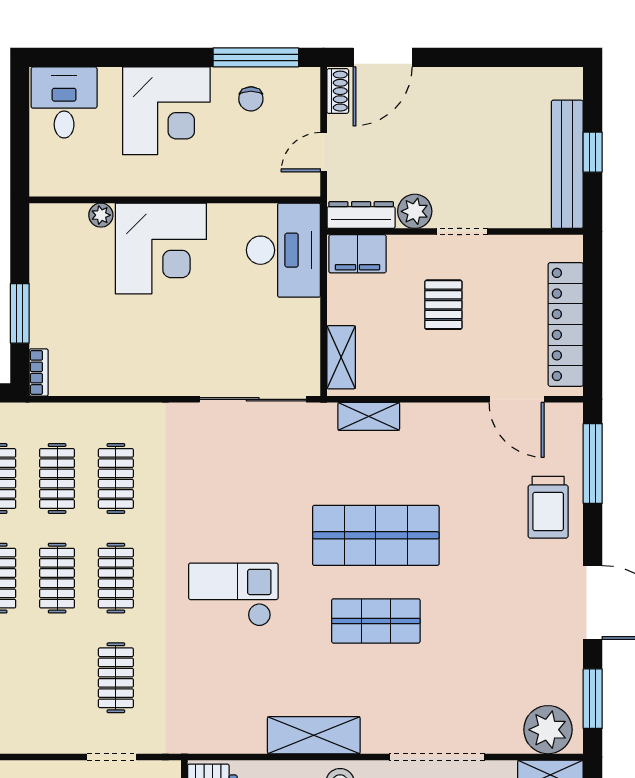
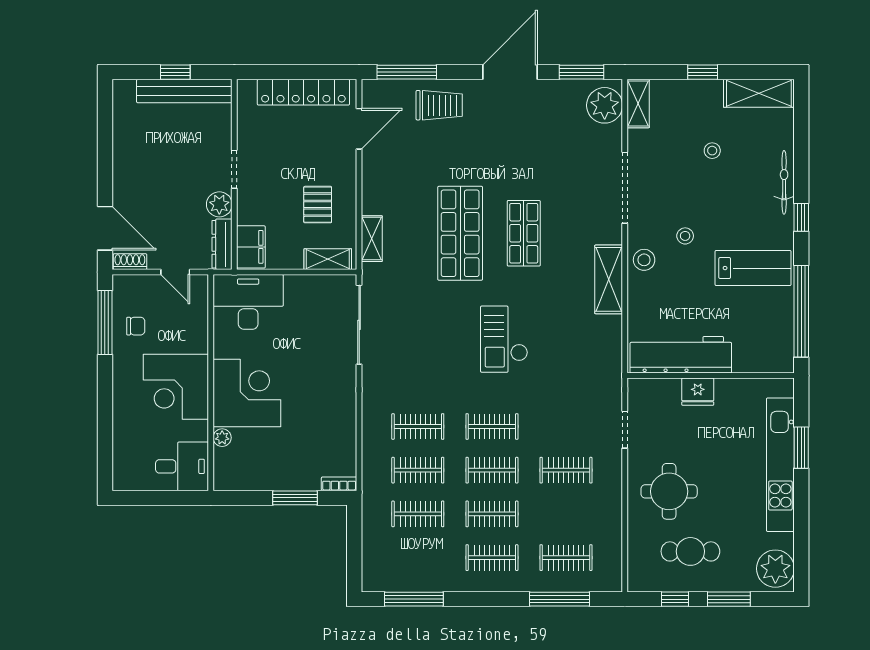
desk: (64, 102) -> (182, 466), moved, turned 180
corner desk: (166, 111) -> (176, 387), moved, turned 180
pallet: (443, 305) -> (318, 205), moved, turned 90
clothes rail: (116, 678) -> (566, 470), moved

